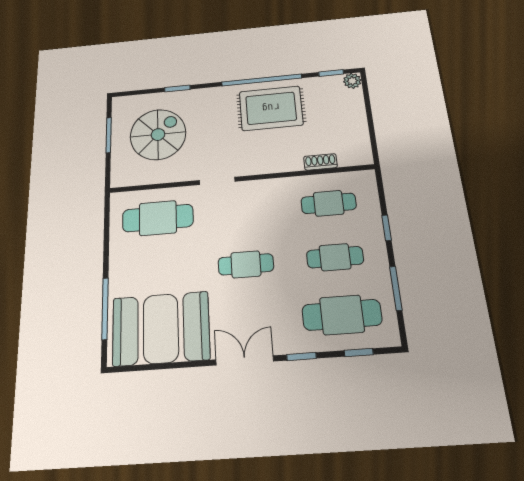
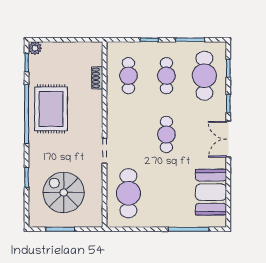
booth: (161, 328) -> (211, 192), width x0.73, depth x0.70

